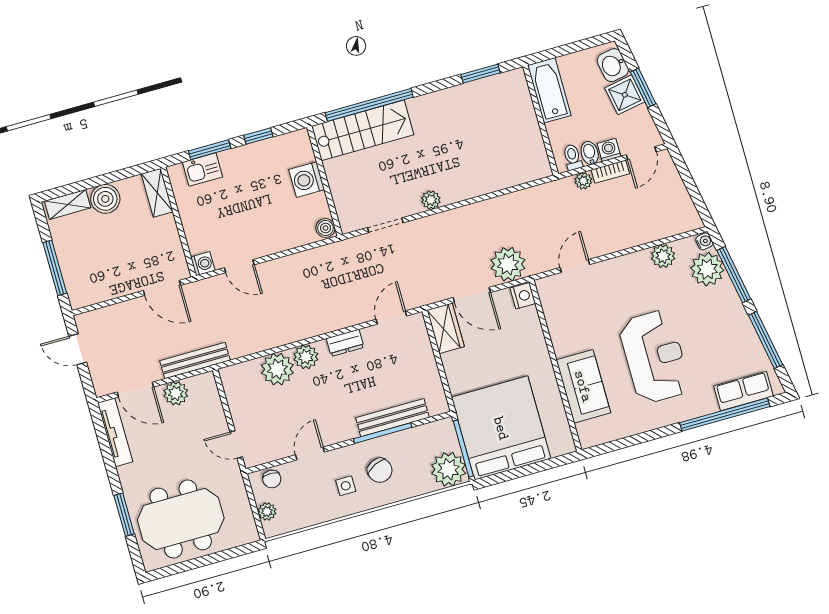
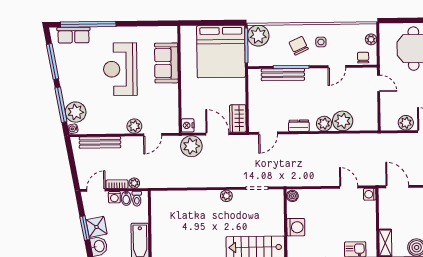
plant: (663, 256) -> (134, 126), moved
bench: (195, 361) -> (100, 142), moved

